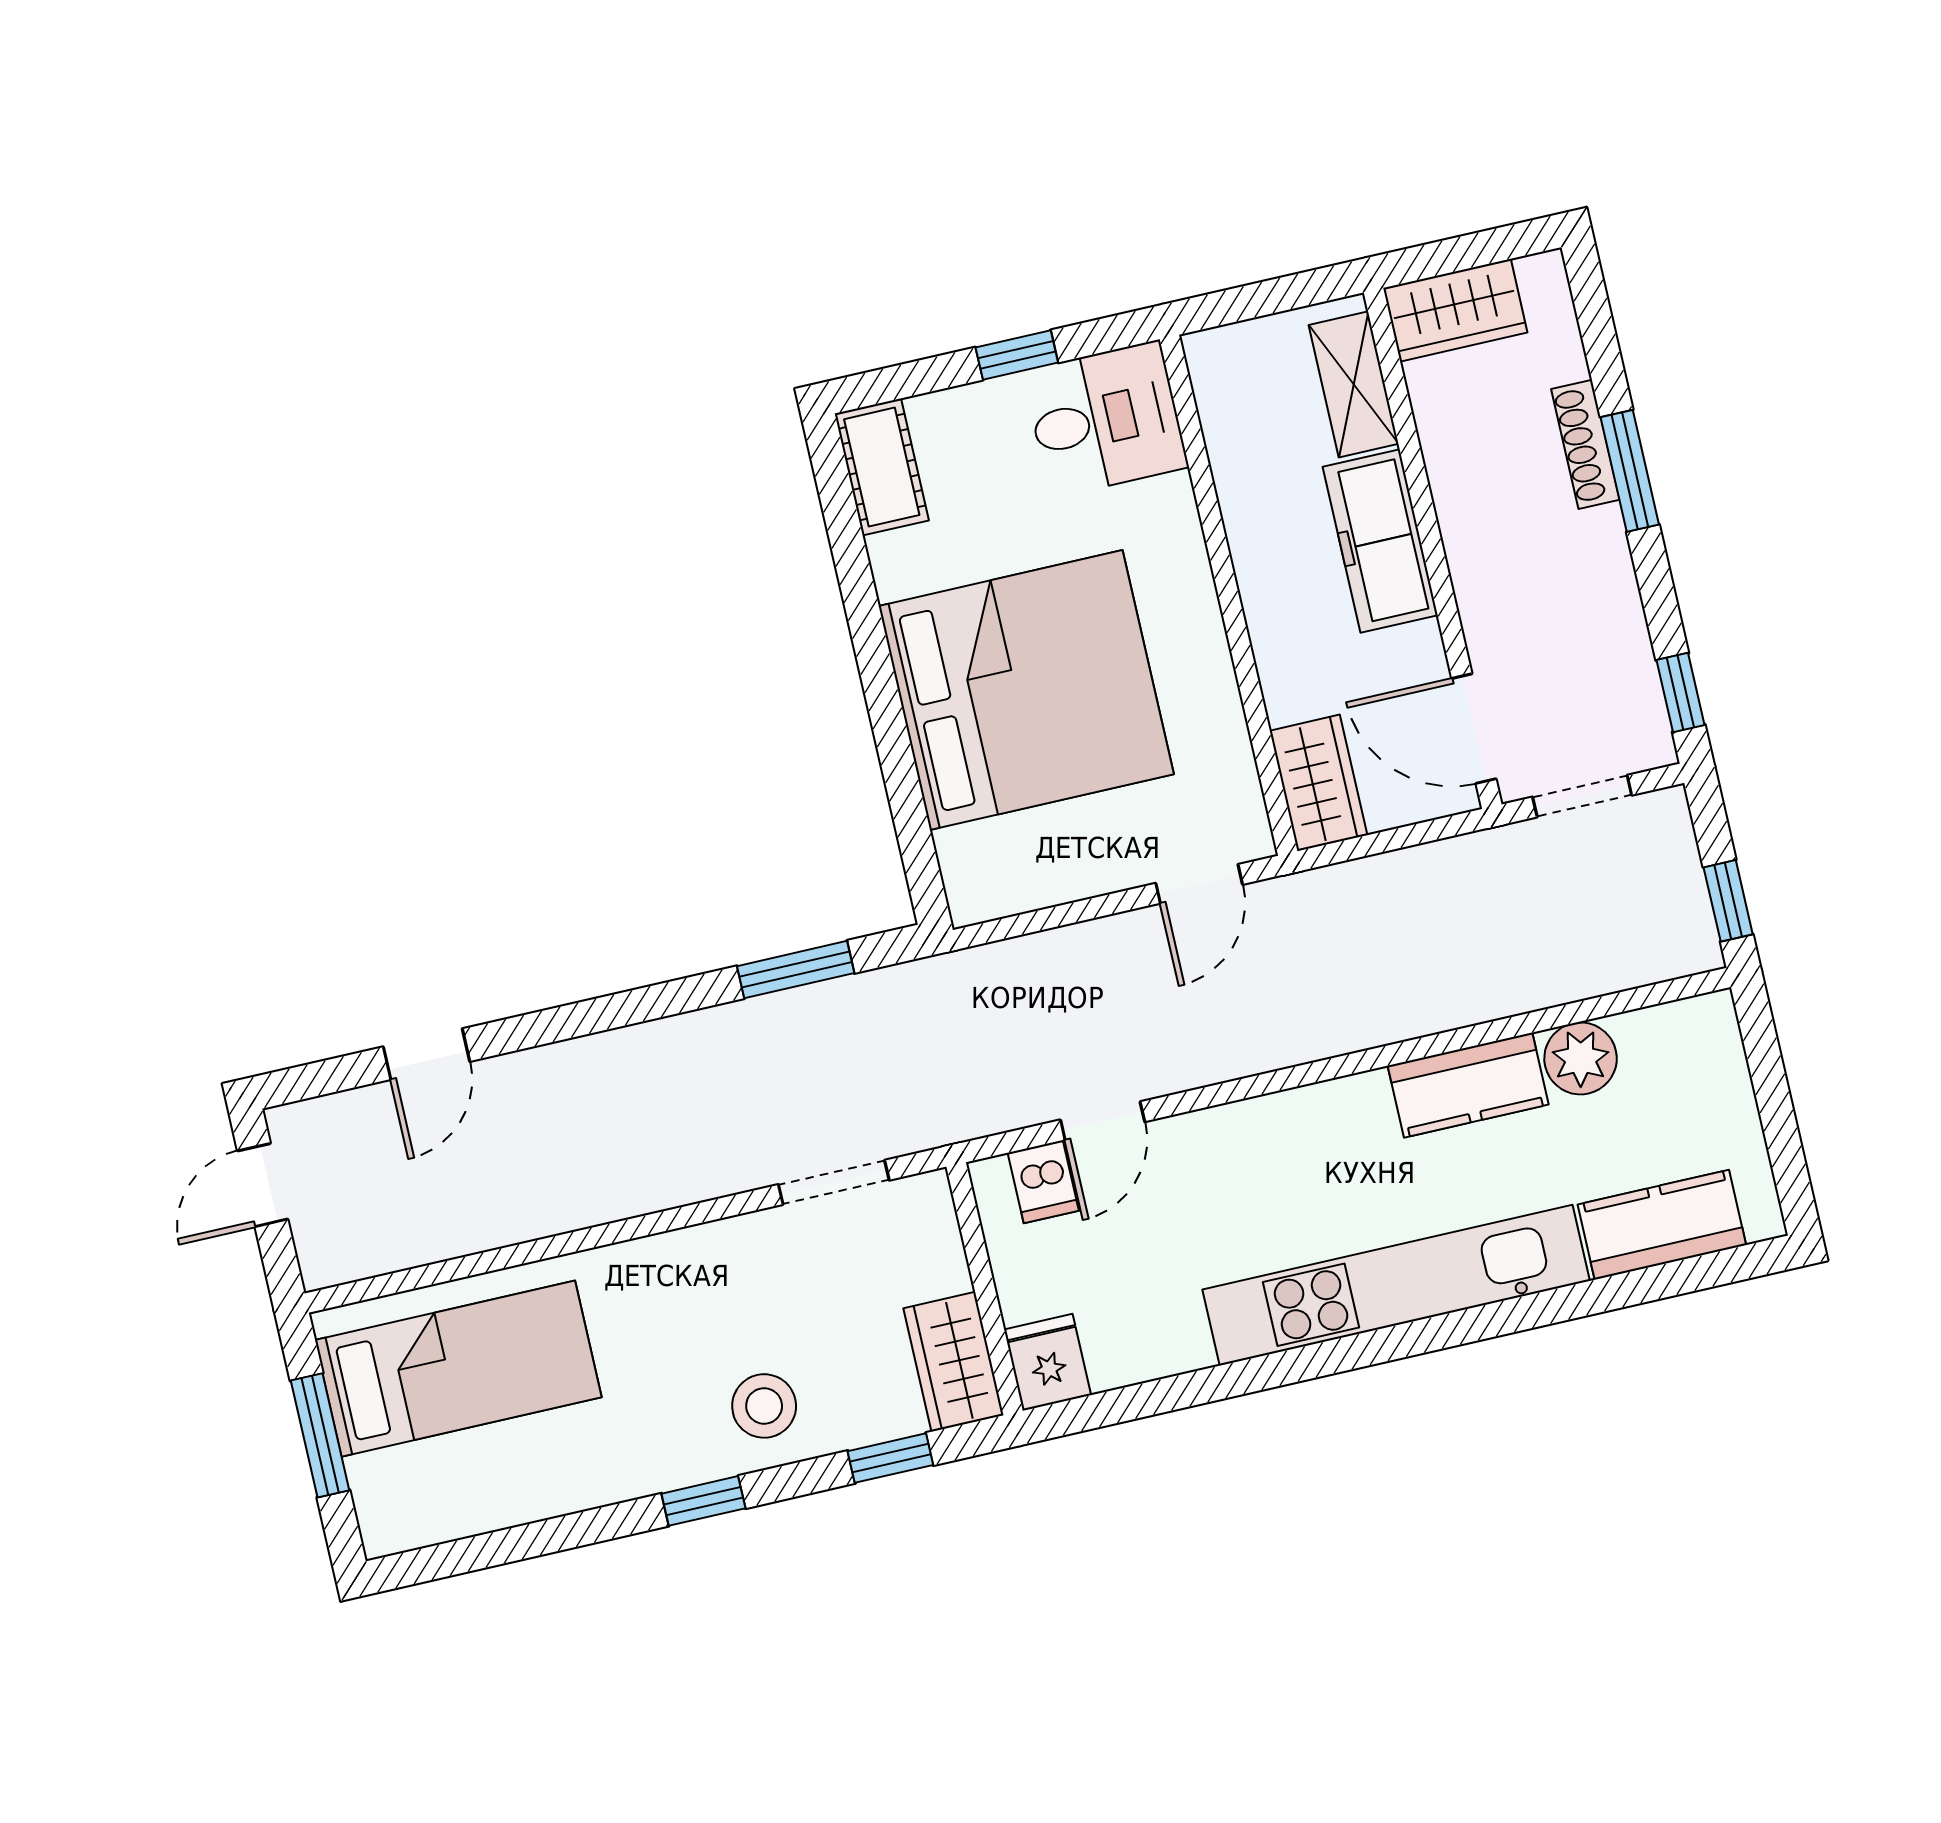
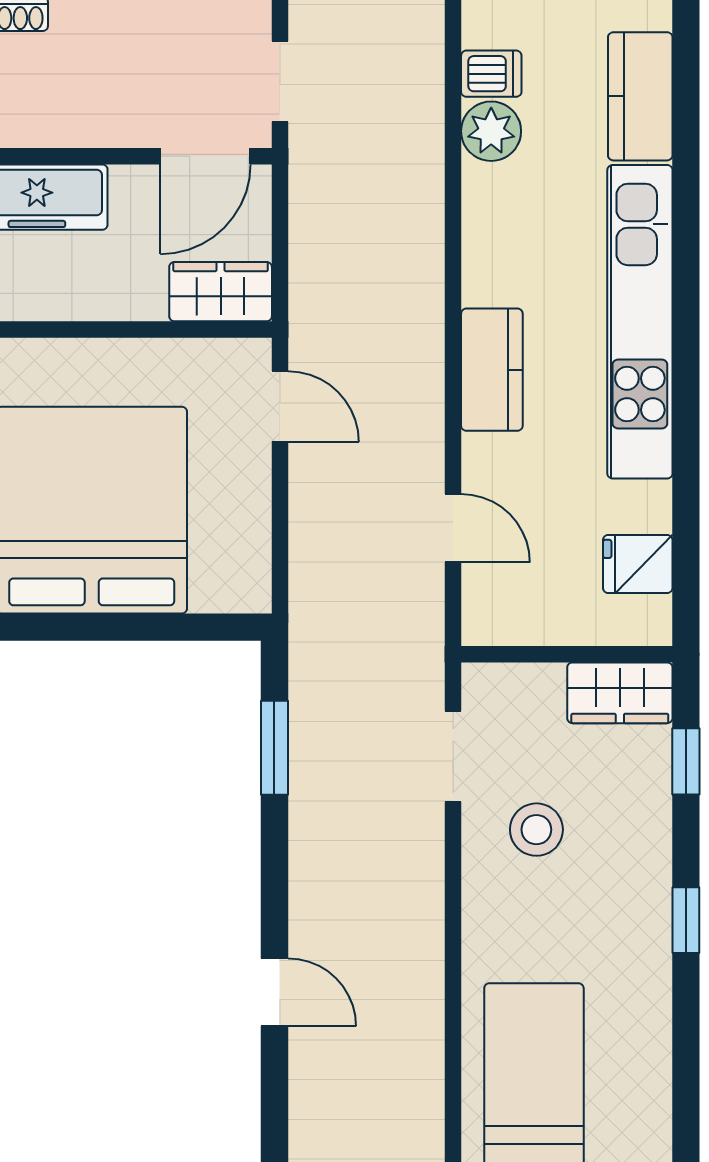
door: (426, 1054) -> (274, 992), moved
kitchen counter: (1468, 1085) -> (492, 370), moved
dishwasher: (1043, 1182) -> (491, 74), moved
fridge: (1048, 1362) -> (638, 564), moved
stool: (764, 1406) -> (536, 830), moved

